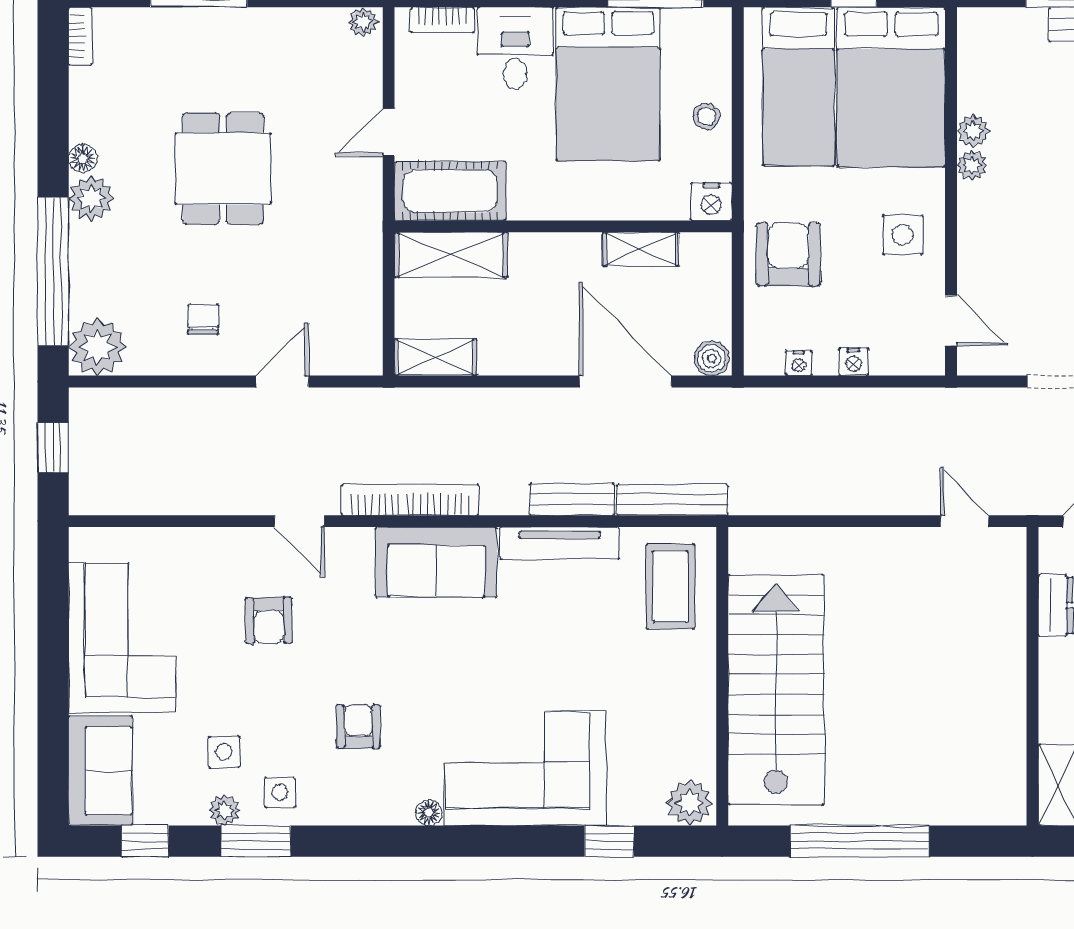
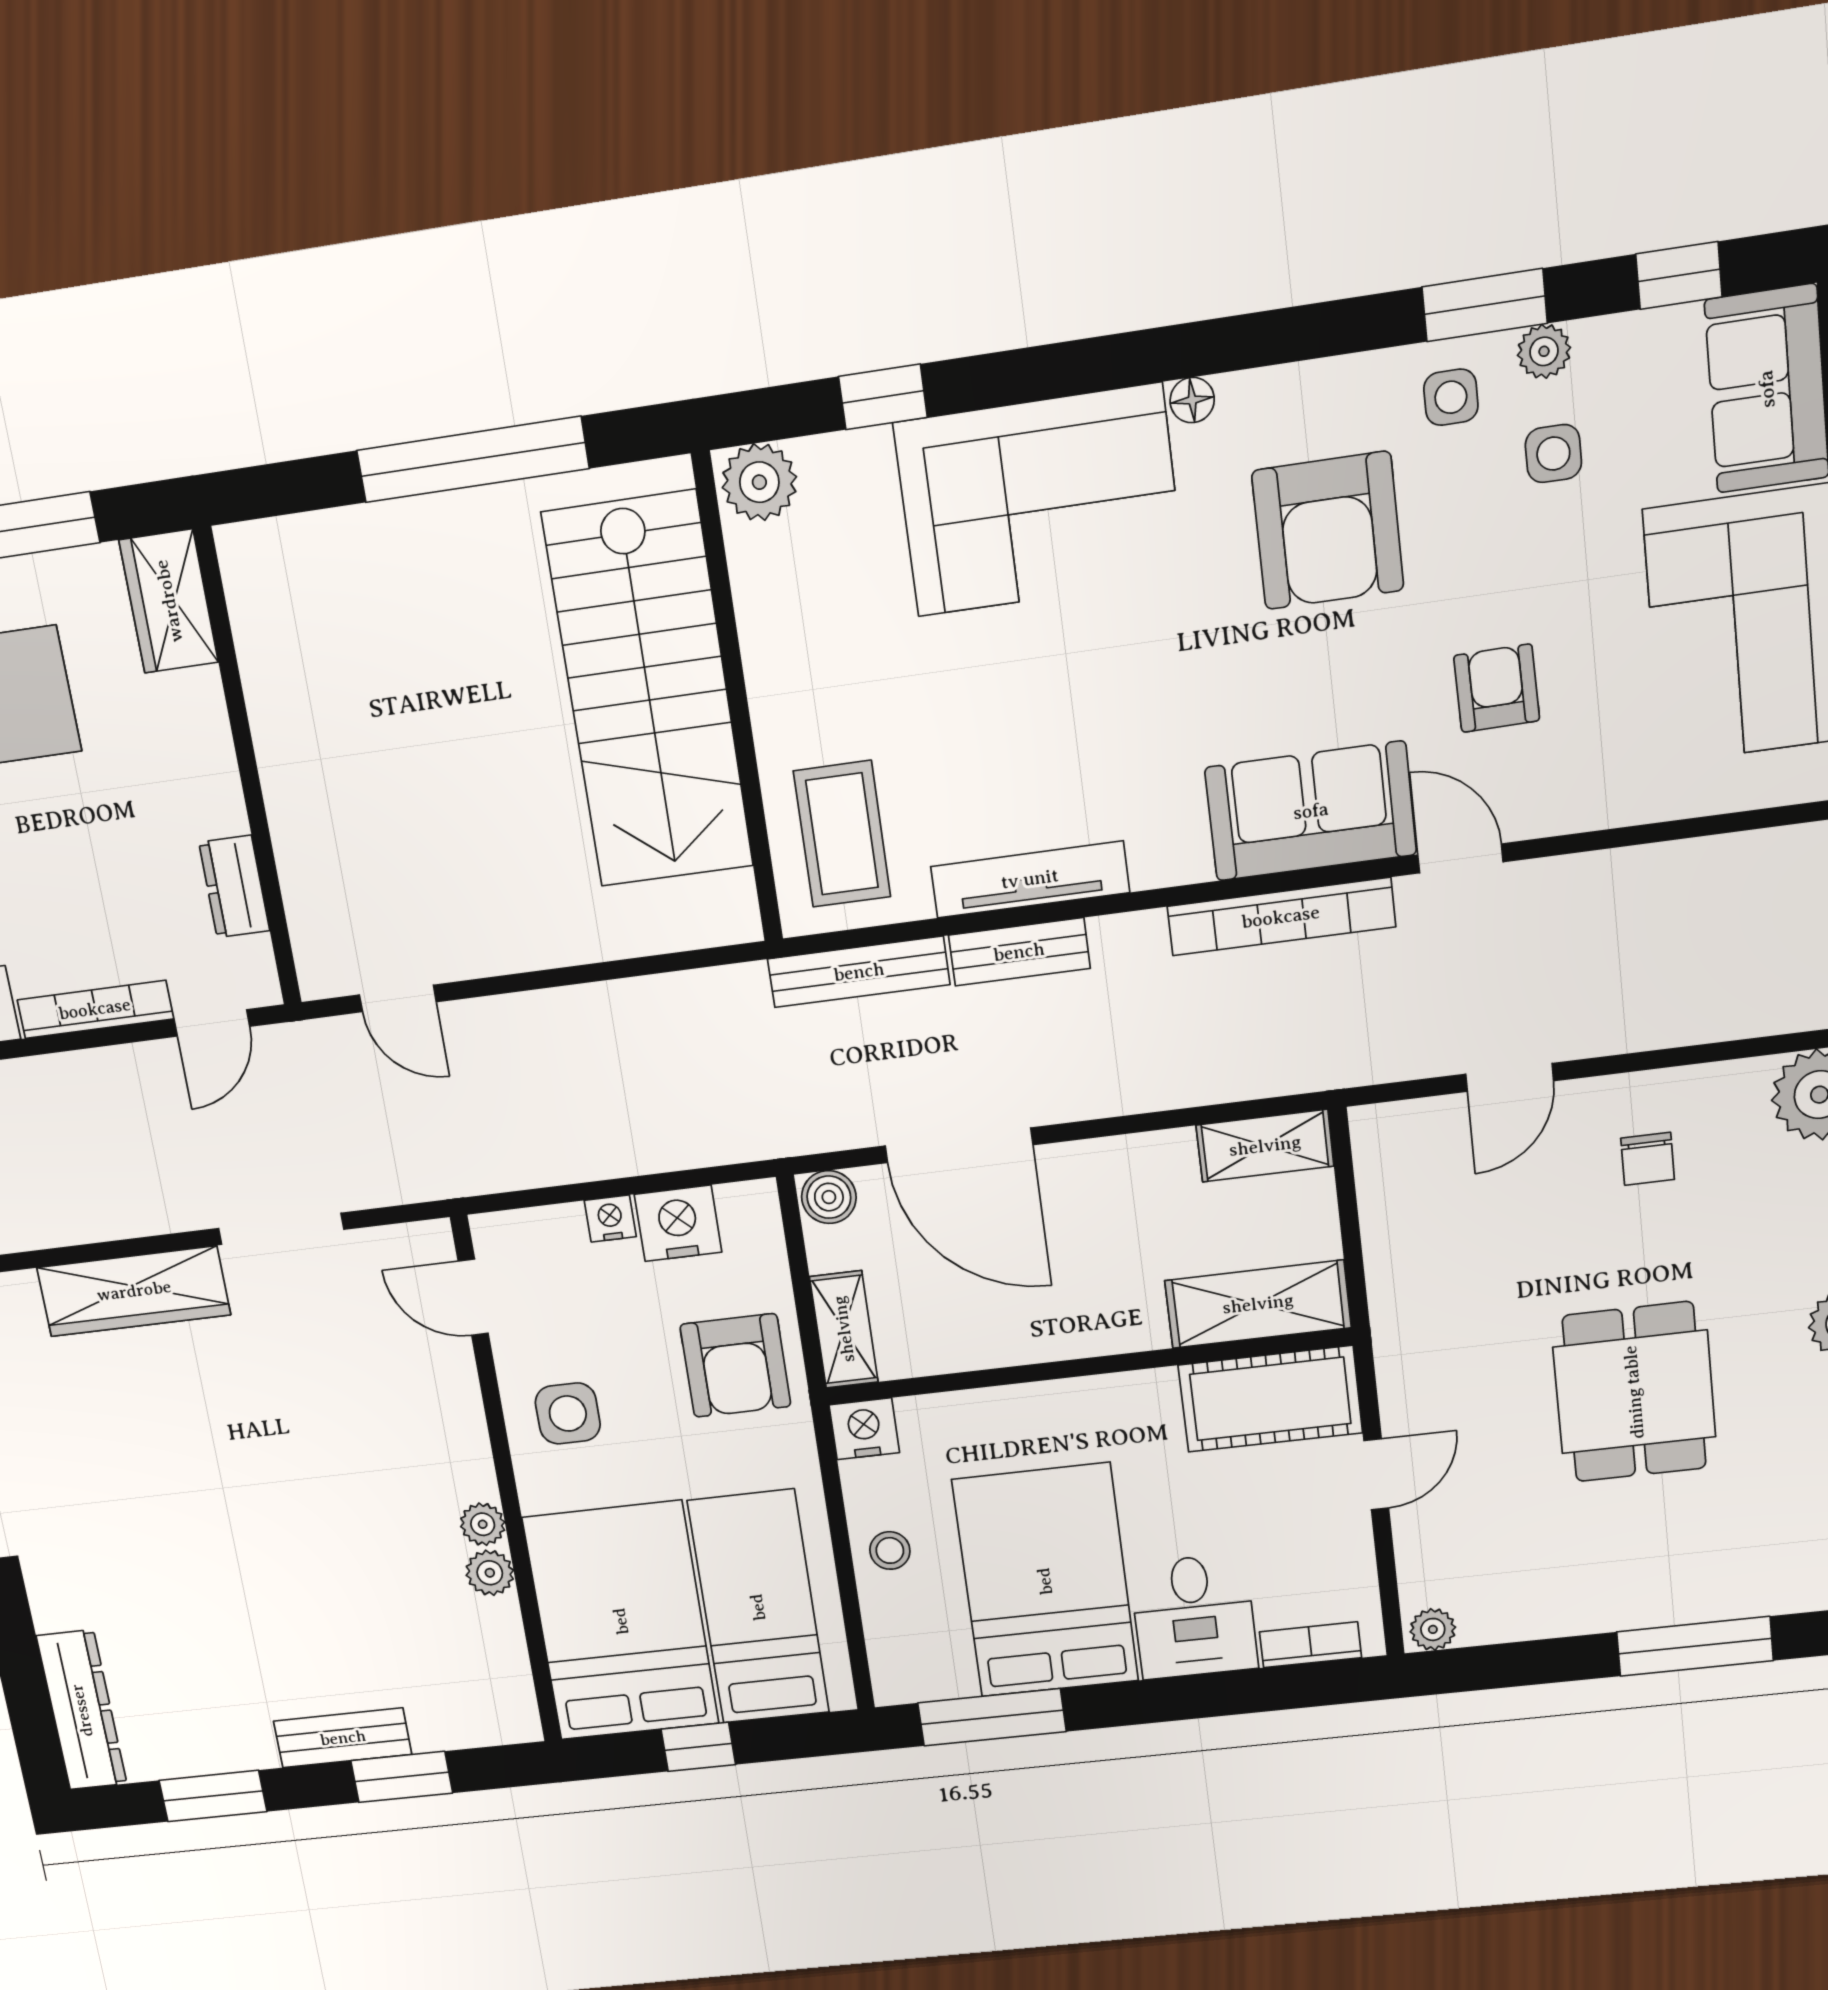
shelving: (641, 249) -> (844, 1329), moved, turned 90
nightstand: (799, 363) -> (678, 1223), width x1.89, depth x1.79
sofa: (436, 562) -> (1311, 811), moved
armchair: (358, 727) -> (1328, 531), width x1.88, depth x1.88

